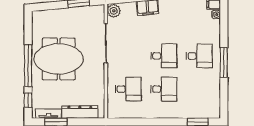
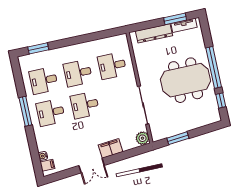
desk: (199, 89) -> (44, 80), added
window: (28, 100) -> (221, 100), moved

